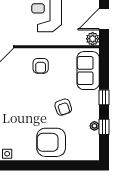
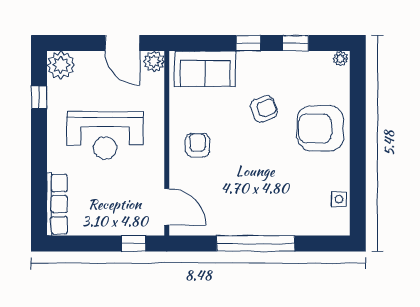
armchair: (41, 66) -> (197, 145), turned -90
plant: (94, 126) -> (340, 59), moved
armchair: (51, 142) -> (321, 128), turned 90

